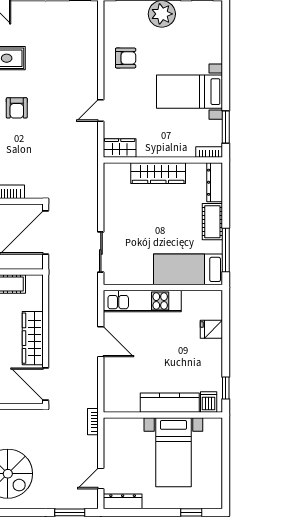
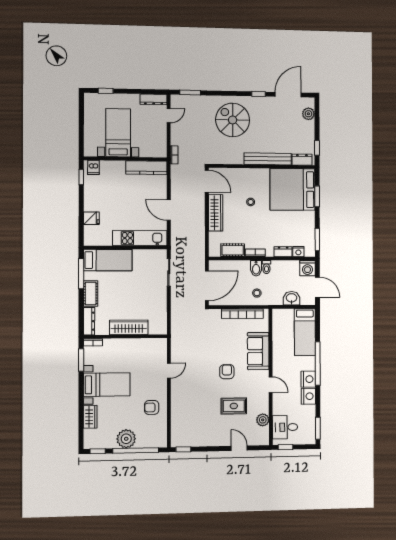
wardrobe: (120, 148) -> (90, 417), moved, turned -90
kitchen counter: (170, 403) -> (146, 168), moved

